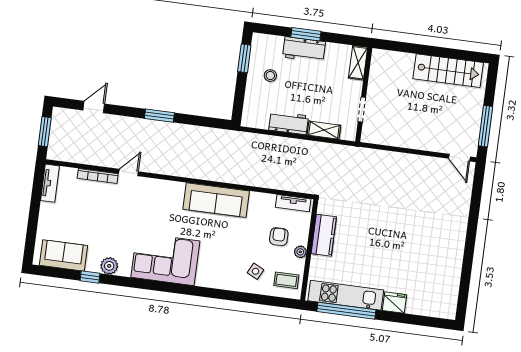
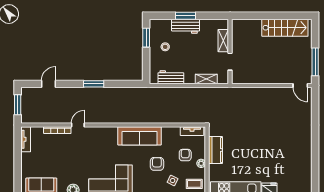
shelving: (358, 63) -> (223, 41), moved
workbench: (289, 123) -> (171, 77), moved
armchair: (236, 244) -> (157, 164), added

